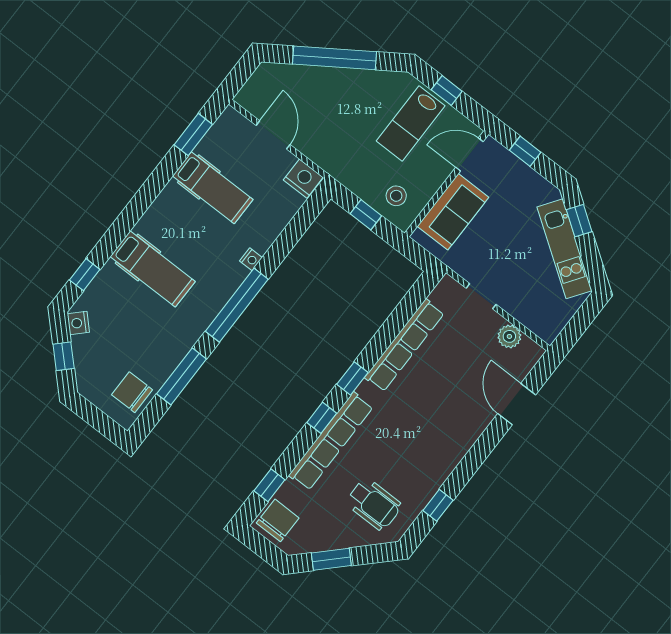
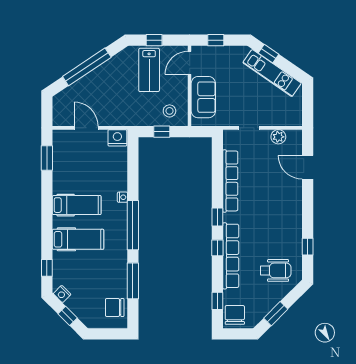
hospital bed: (213, 188) -> (77, 205), moved

